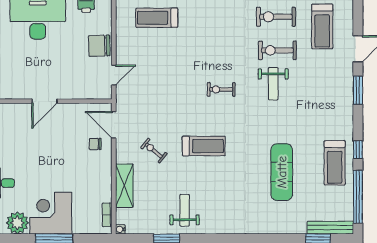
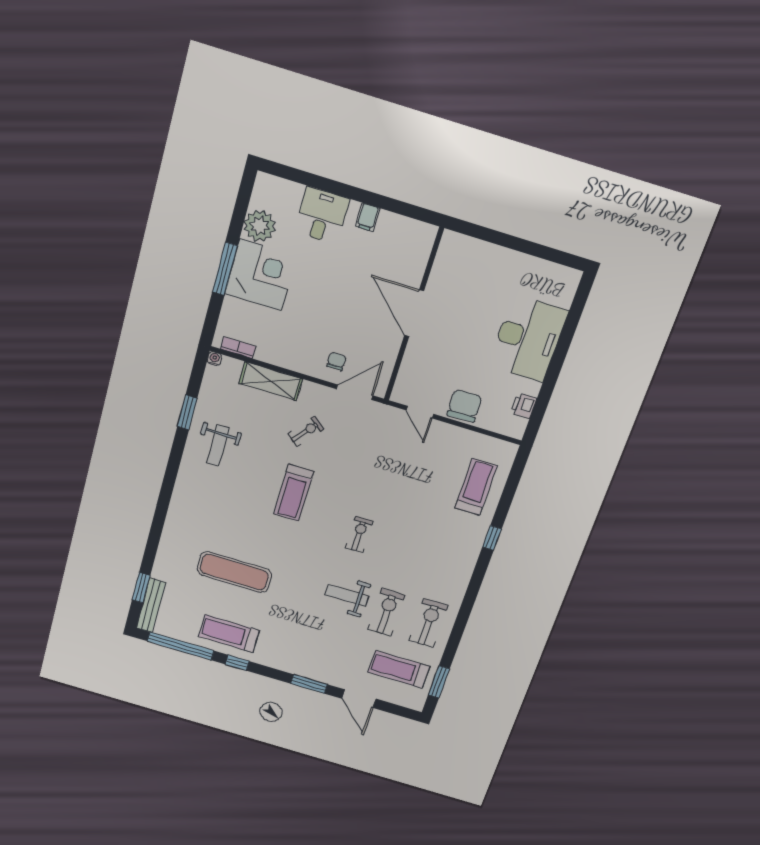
door: (45, 101) -> (414, 313), width x1.36
weight bench: (185, 210) -> (218, 445), turned 90

